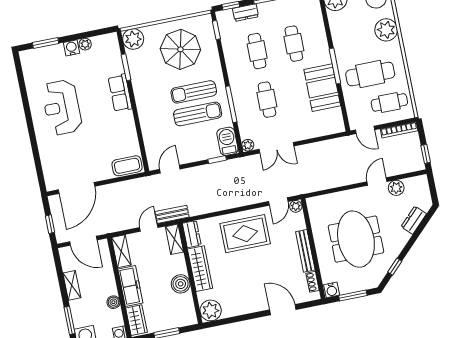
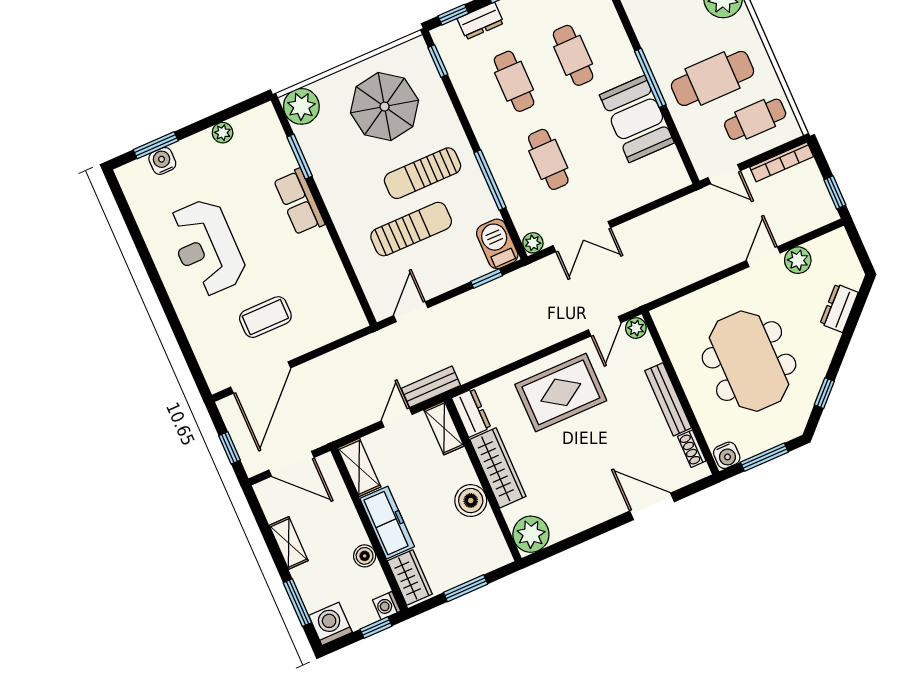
water cooler: (72, 48) -> (162, 161), moved
sun lounger: (198, 114) -> (411, 229), moved
coffee table: (127, 166) -> (265, 317), moved

